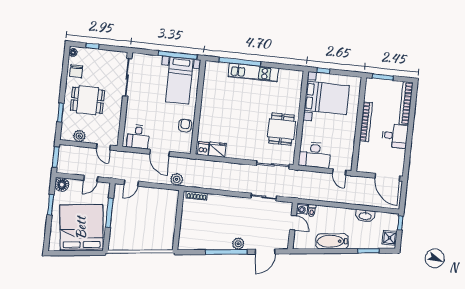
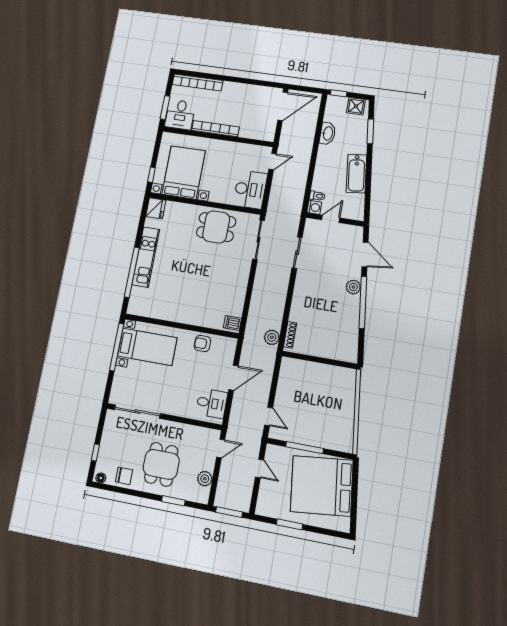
desk: (395, 136) -> (180, 115), moved, turned 180
fridge: (217, 150) -> (156, 208), moved, turned 180
plant: (177, 179) -> (272, 337), moved
floor lamp: (62, 185) -> (265, 507), removed

